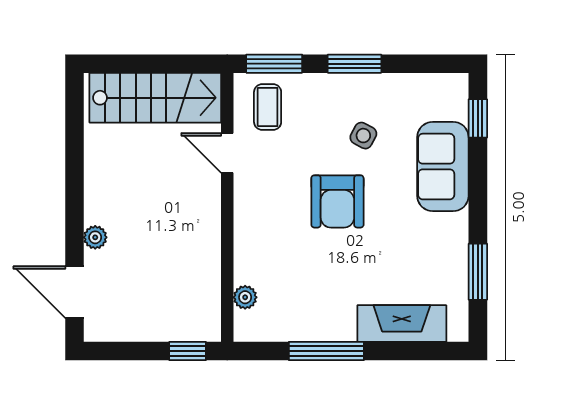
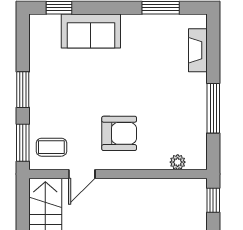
side table: (363, 136) -> (70, 84), removed
armchair: (337, 201) -> (119, 133), moved
fireplace: (402, 323) -> (198, 50), width x0.73, depth x0.76

